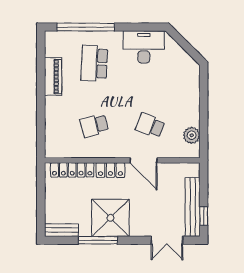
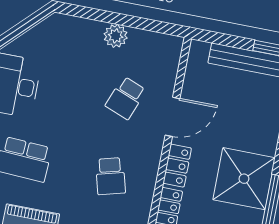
plant: (192, 135) -> (116, 36), moved

